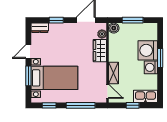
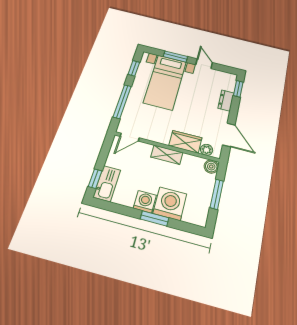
window: (56, 20) -> (238, 89), moved
dresser: (40, 28) -> (226, 100), moved
shelving: (114, 73) -> (167, 155), moved
window: (133, 105) -> (95, 179), moved

